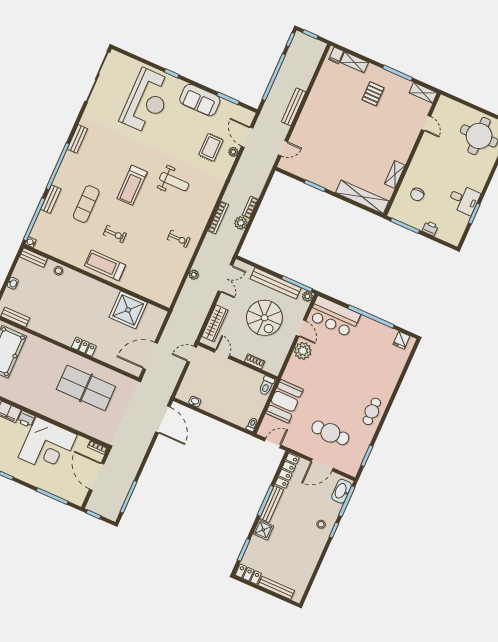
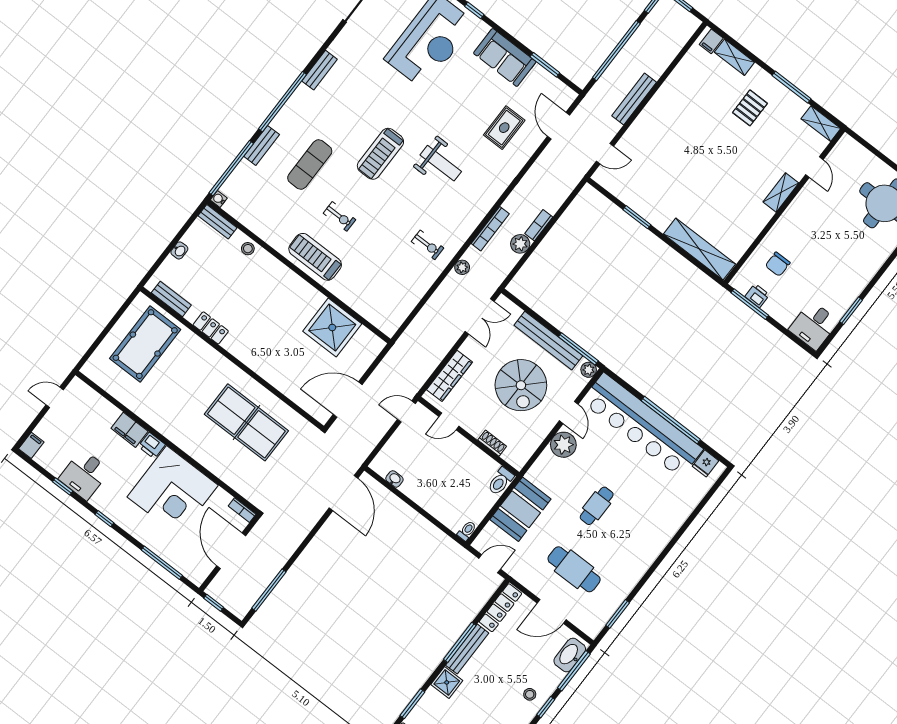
plant: (233, 152) -> (534, 142), removed
shelving: (395, 175) -> (781, 193), moved
desk: (464, 199) -> (814, 325), moved, turned 90
printer: (430, 228) -> (757, 296), moved
plant: (194, 275) -> (462, 267), moved
bar counter: (334, 317) -> (642, 425), width x1.86
locker: (84, 347) -> (211, 328), moved
door: (222, 354) -> (449, 421), swing flipped
cafe table: (372, 411) -> (597, 506), moved

